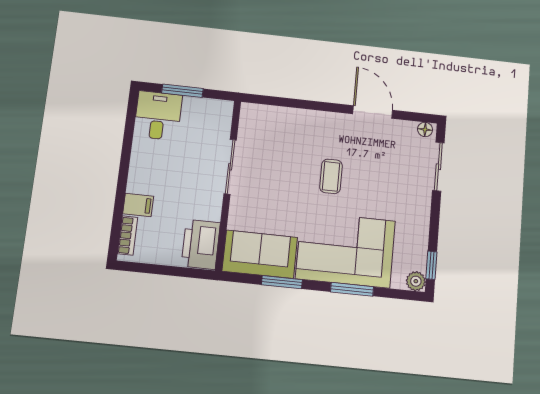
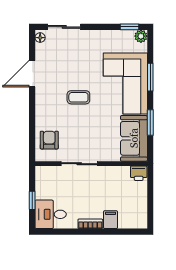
window: (182, 91) -> (32, 200), width x0.67
armchair: (271, 126) -> (49, 140), added
bookcase: (128, 236) -> (90, 224), moved
printer: (201, 244) -> (139, 173), width x0.53, depth x0.68

